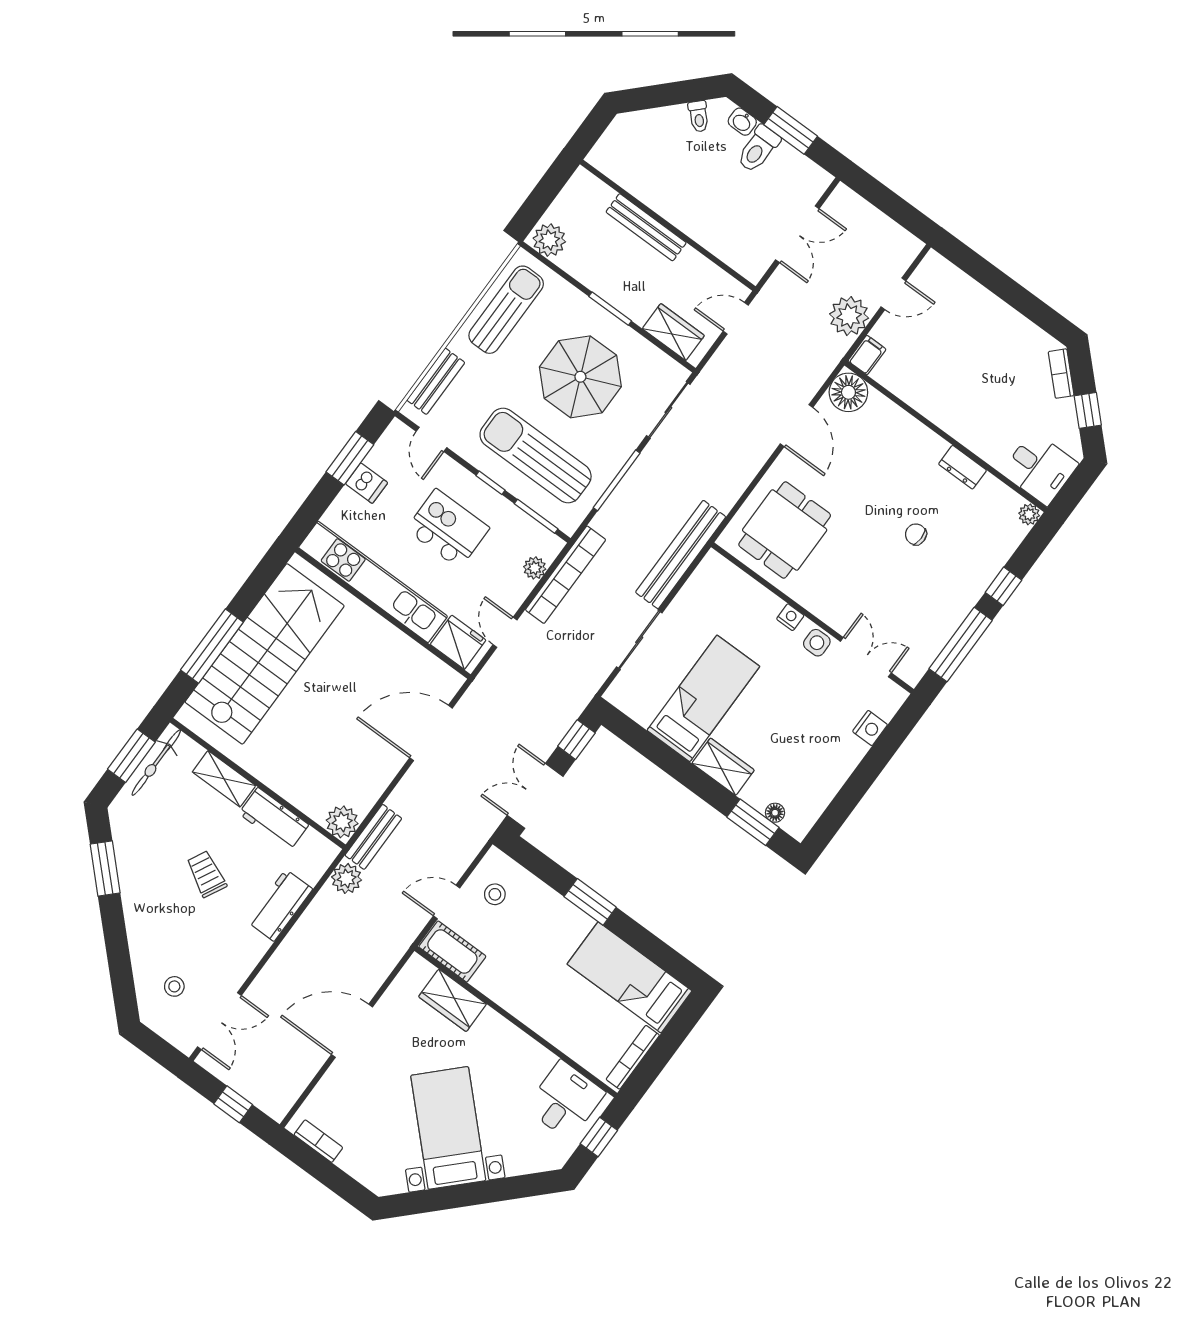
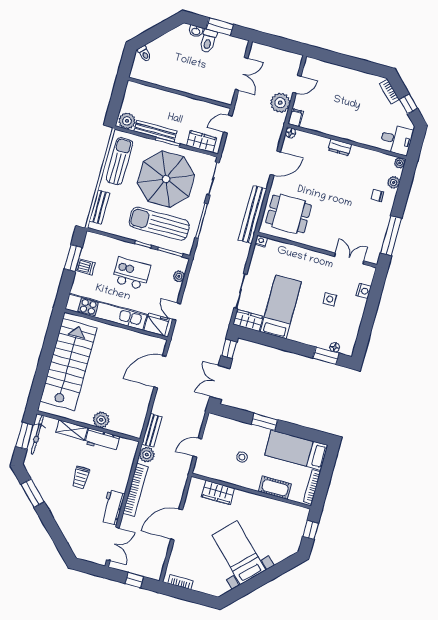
toilet: (699, 116) -> (144, 54), moved
bench: (646, 227) -> (155, 131), moved
parasol: (580, 377) -> (166, 179), width x1.36, depth x1.36
floor lamp: (848, 392) -> (290, 133), width x0.53, depth x0.53
door: (797, 426) -> (275, 163), hinge flipped
door: (432, 439) -> (108, 235), removed
dresser: (963, 467) -> (340, 147), moved
dining table: (785, 530) -> (289, 214), turned 90
chair: (916, 534) -> (377, 196), moved
plant: (1004, 547) -> (394, 182), added
bench: (681, 555) -> (253, 214), moved
bookcase: (566, 575) -> (135, 490), moved
window: (1003, 586) -> (401, 201), removed
nightstand: (790, 617) -> (261, 241), moved
side table: (817, 643) -> (330, 299), moved
window: (212, 646) -> (42, 370), removed
wardrobe: (723, 767) -> (248, 320), moved
plant: (342, 822) -> (101, 420), moved
trolley: (206, 874) -> (81, 478), turned -117
stool: (495, 894) -> (242, 457), moved
workbench: (280, 905) -> (113, 508), moved
cot: (452, 951) -> (275, 488), moved
stool: (174, 986) -> (86, 536), removed
desk: (565, 1100) -> (288, 519), removed

